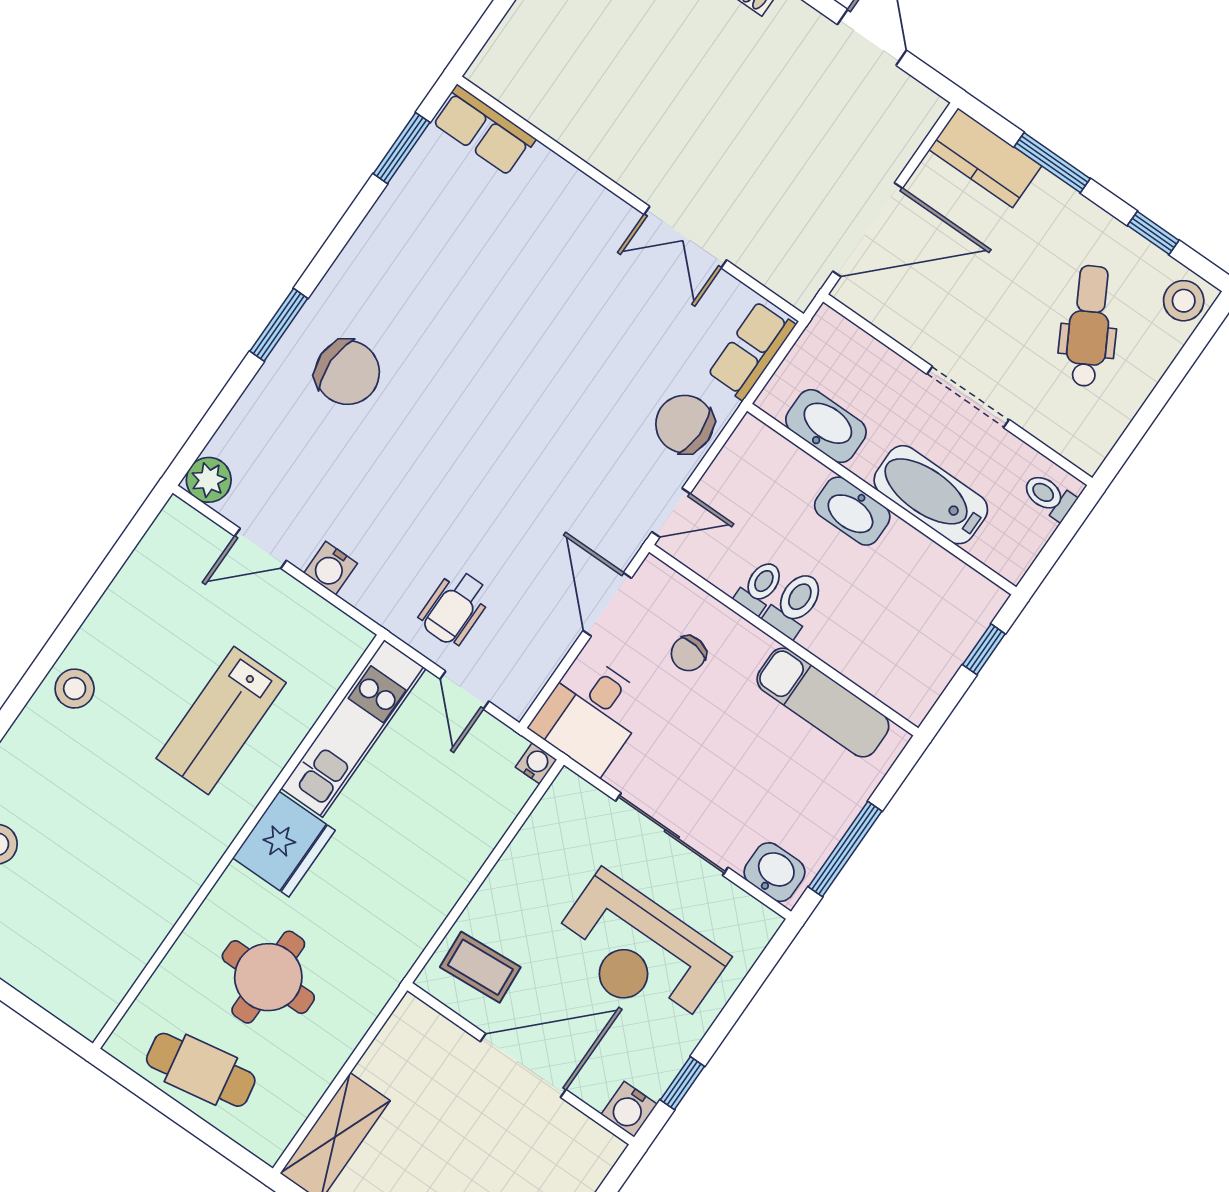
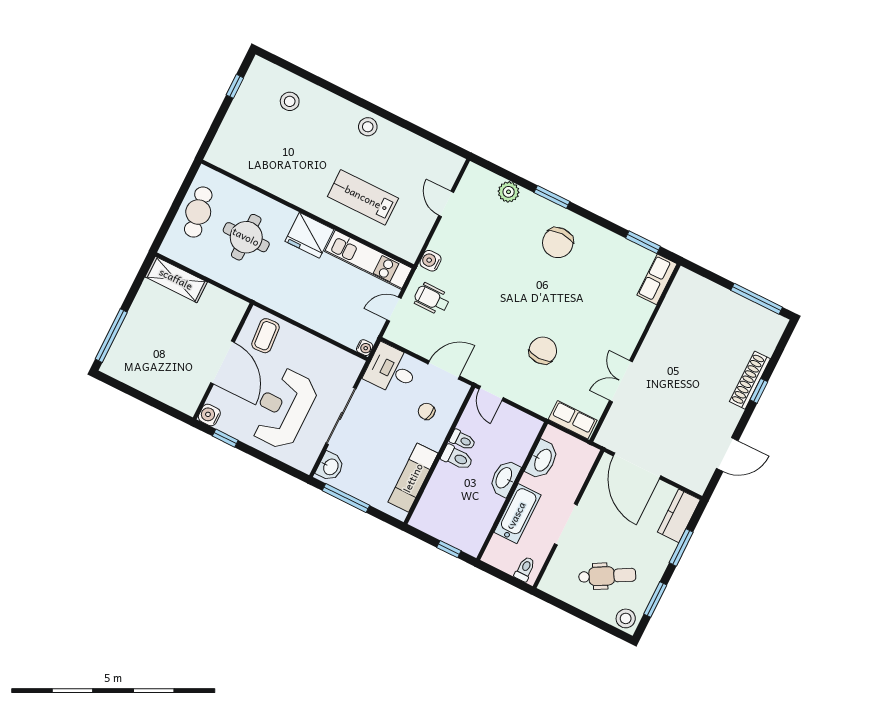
window: (1153, 233) -> (655, 600), width x1.50
chair: (347, 372) -> (558, 243), moved
chair: (685, 424) -> (543, 351), moved
plant: (209, 480) -> (509, 192), moved
water cooler: (331, 568) -> (430, 261), moved

